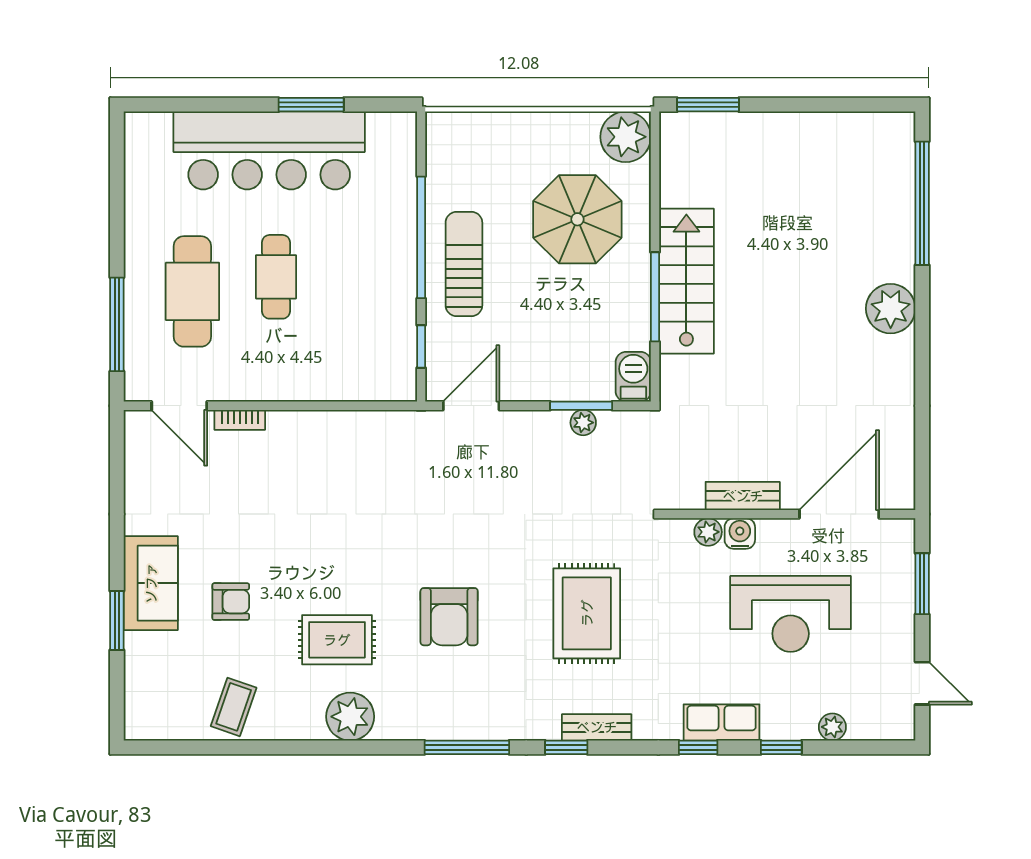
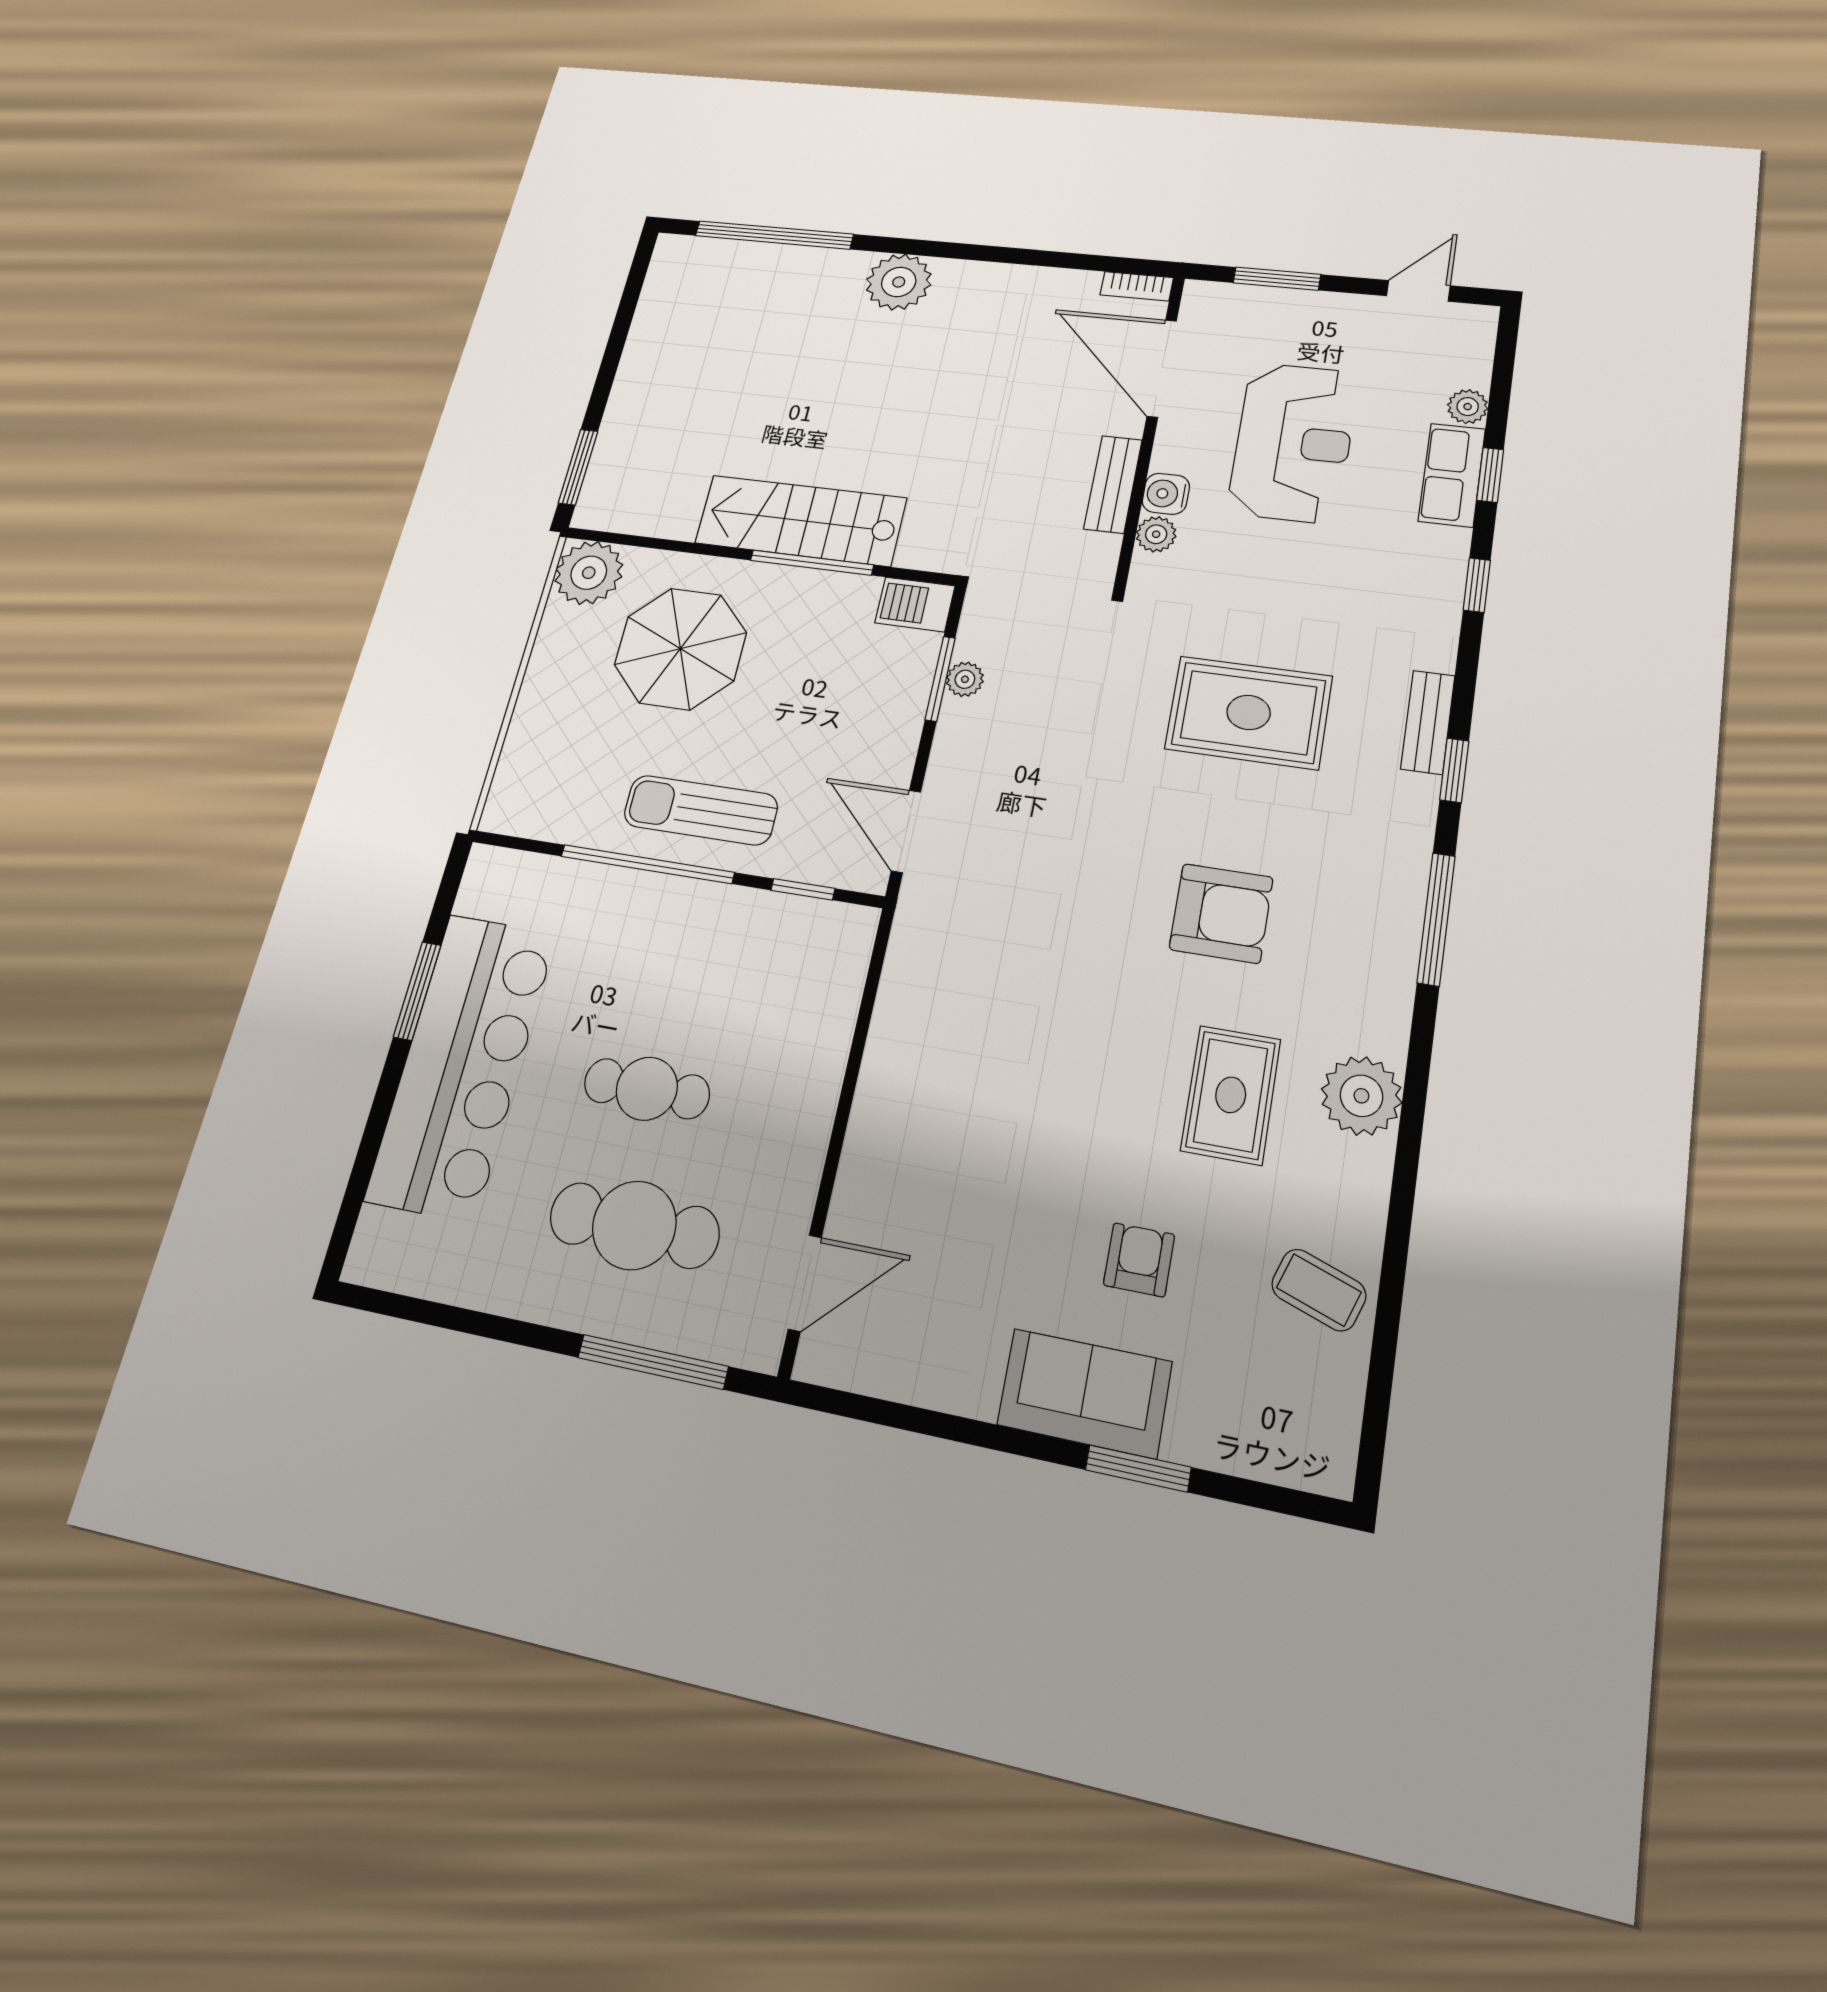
bookcase: (240, 420) -> (1137, 286), moved, turned 90
row of seats: (722, 722) -> (1452, 475), moved

